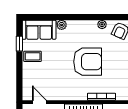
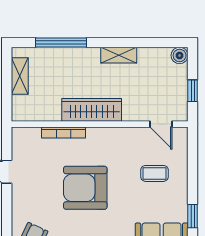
coffee table: (33, 56) -> (155, 173), moved

